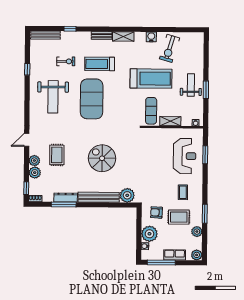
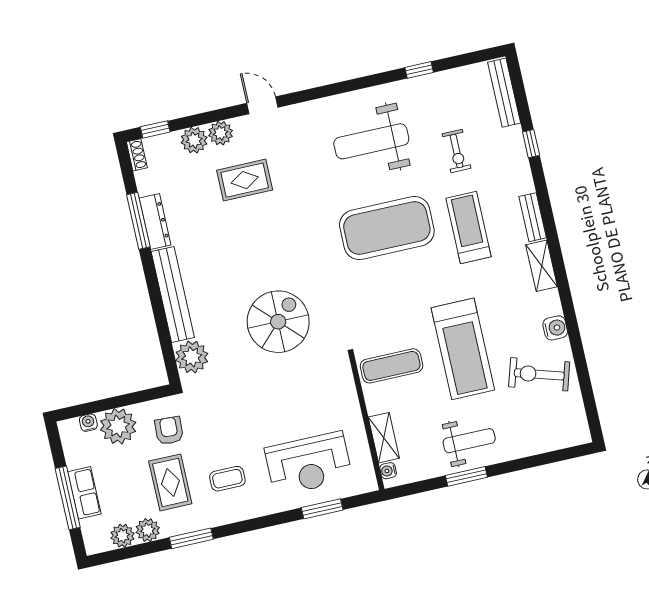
shelving: (170, 121) -> (384, 438), moved
spiral stairs: (102, 158) -> (278, 322), moved
plant: (197, 255) -> (122, 536), moved
window: (161, 262) -> (68, 498), moved

